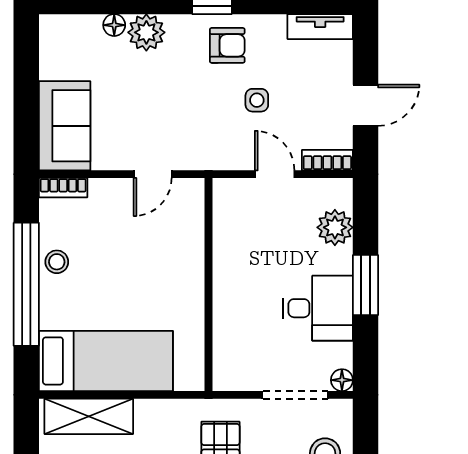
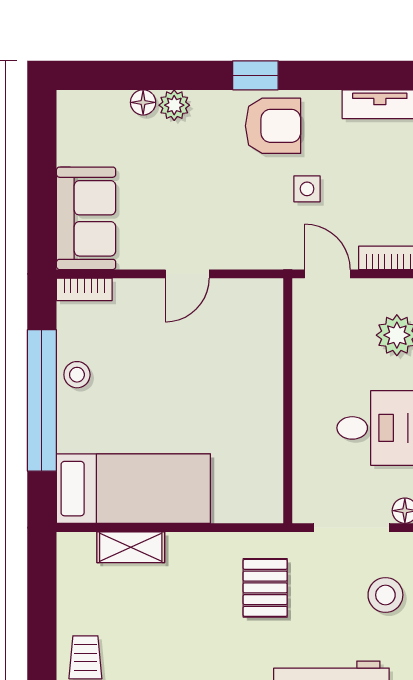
plant: (146, 32) -> (174, 105), width x0.73, depth x0.73
armchair: (227, 45) -> (273, 126), width x1.38, depth x1.38
wall: (208, 285) -> (288, 401), moved
shelving: (89, 416) -> (131, 547), width x0.67, depth x0.75

